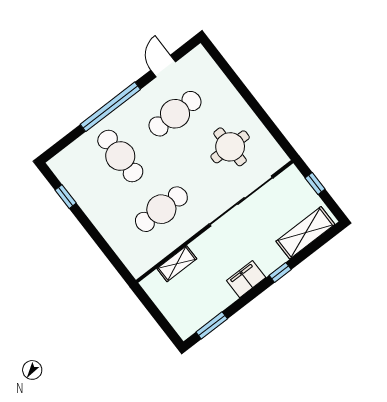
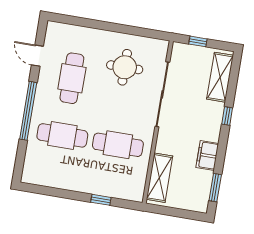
window: (66, 197) -> (101, 200), moved
cafe table: (161, 209) -> (118, 145), turned 90
shelving: (177, 264) -> (160, 178), width x1.50, depth x1.33
filing cabinet: (246, 279) -> (207, 155), moved

